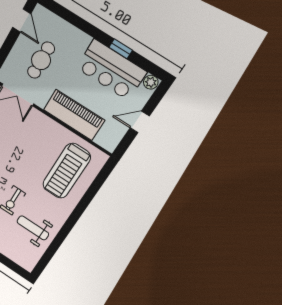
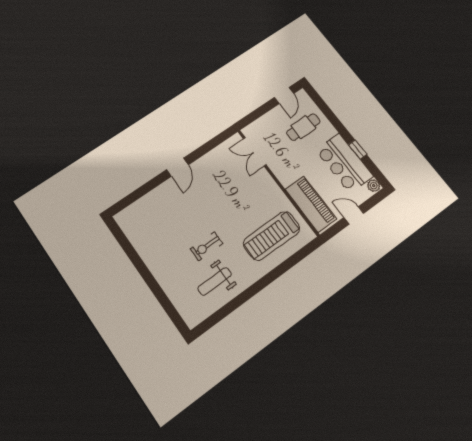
cafe table: (41, 60) -> (303, 127), moved
piano: (74, 115) -> (311, 204), moved
weight bench: (33, 228) -> (215, 281), turned -90

